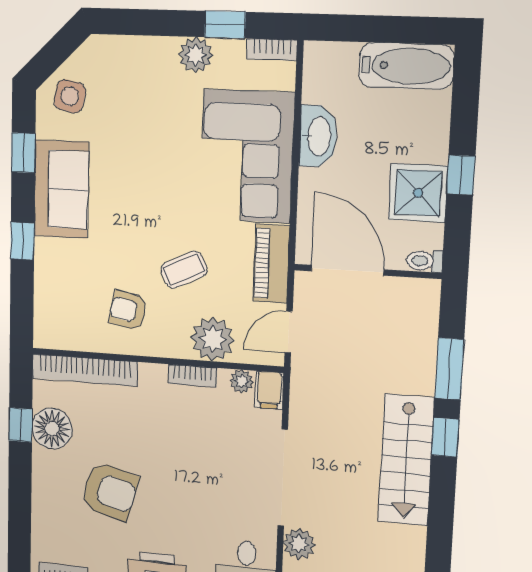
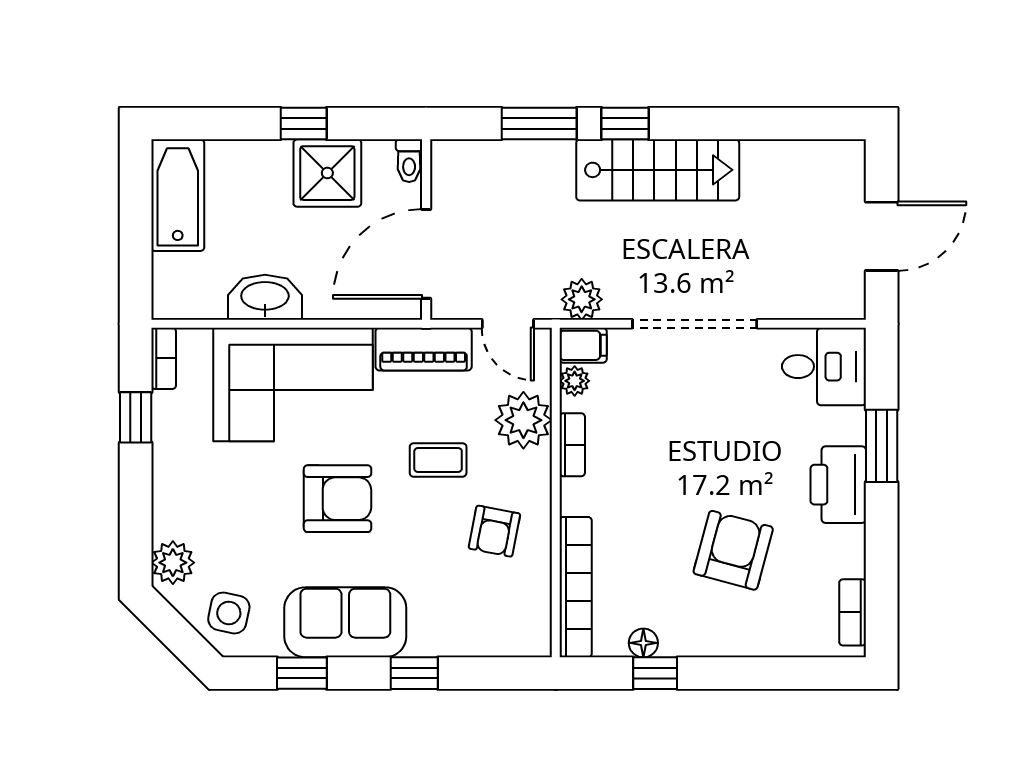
plant: (196, 55) -> (173, 563), moved
armchair: (156, 188) -> (338, 499), added
coffee table: (184, 270) -> (438, 460), turned -64
floor lamp: (52, 428) -> (643, 643), width x0.53, depth x0.53
plant: (299, 544) -> (582, 299), moved

